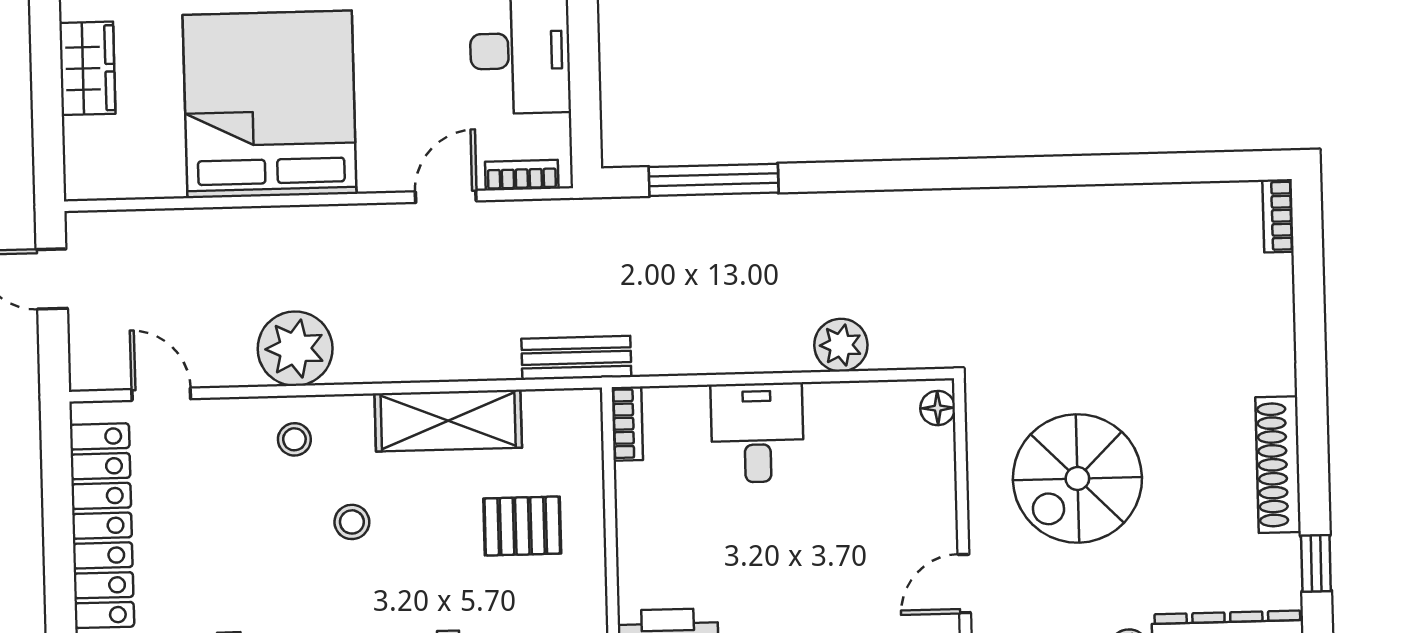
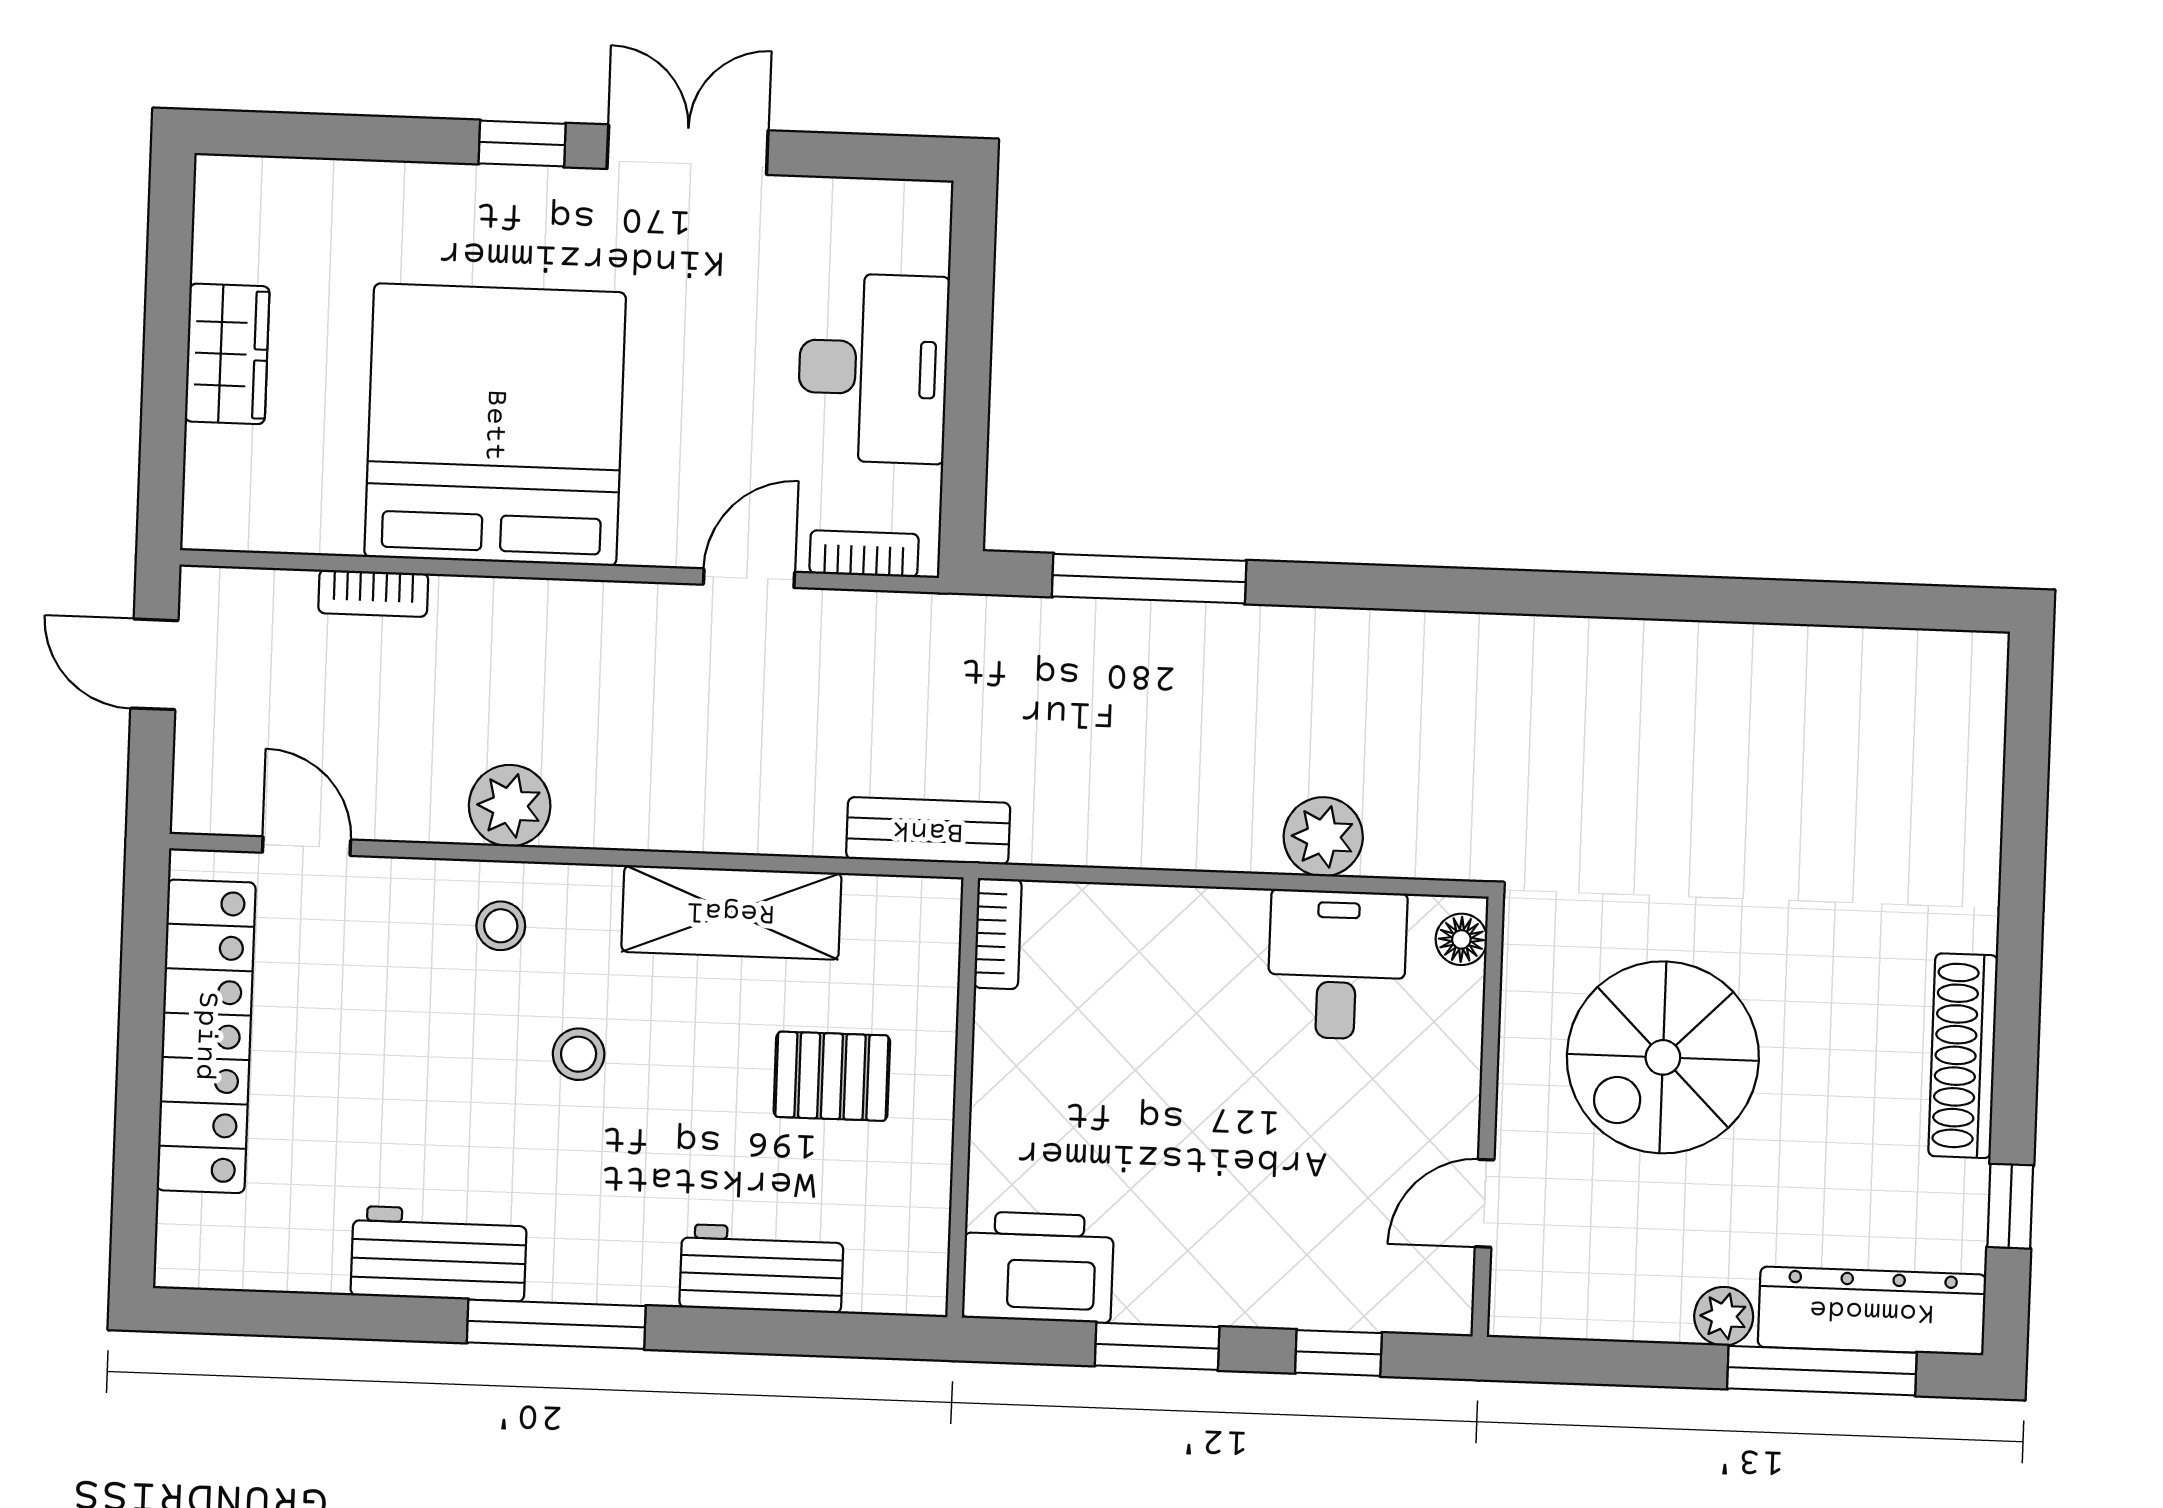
bookcase: (1278, 216) -> (373, 593), moved, turned -90
plant: (295, 349) -> (510, 806), width x0.73, depth x0.73
desk: (757, 433) -> (1337, 965), moved

